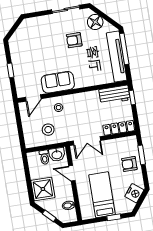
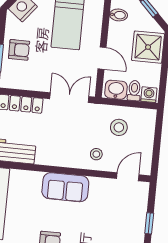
sofa: (58, 82) -> (65, 187), moved
washing machine: (34, 157) -> (149, 95), added

